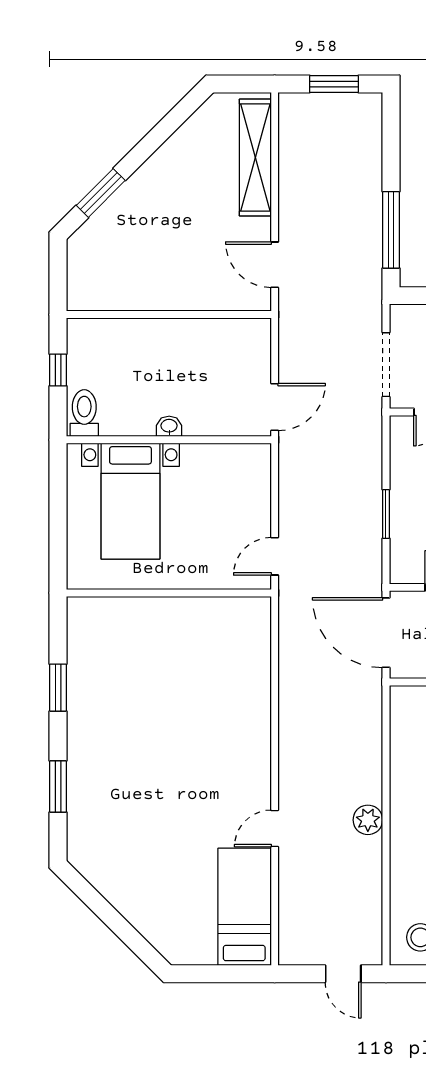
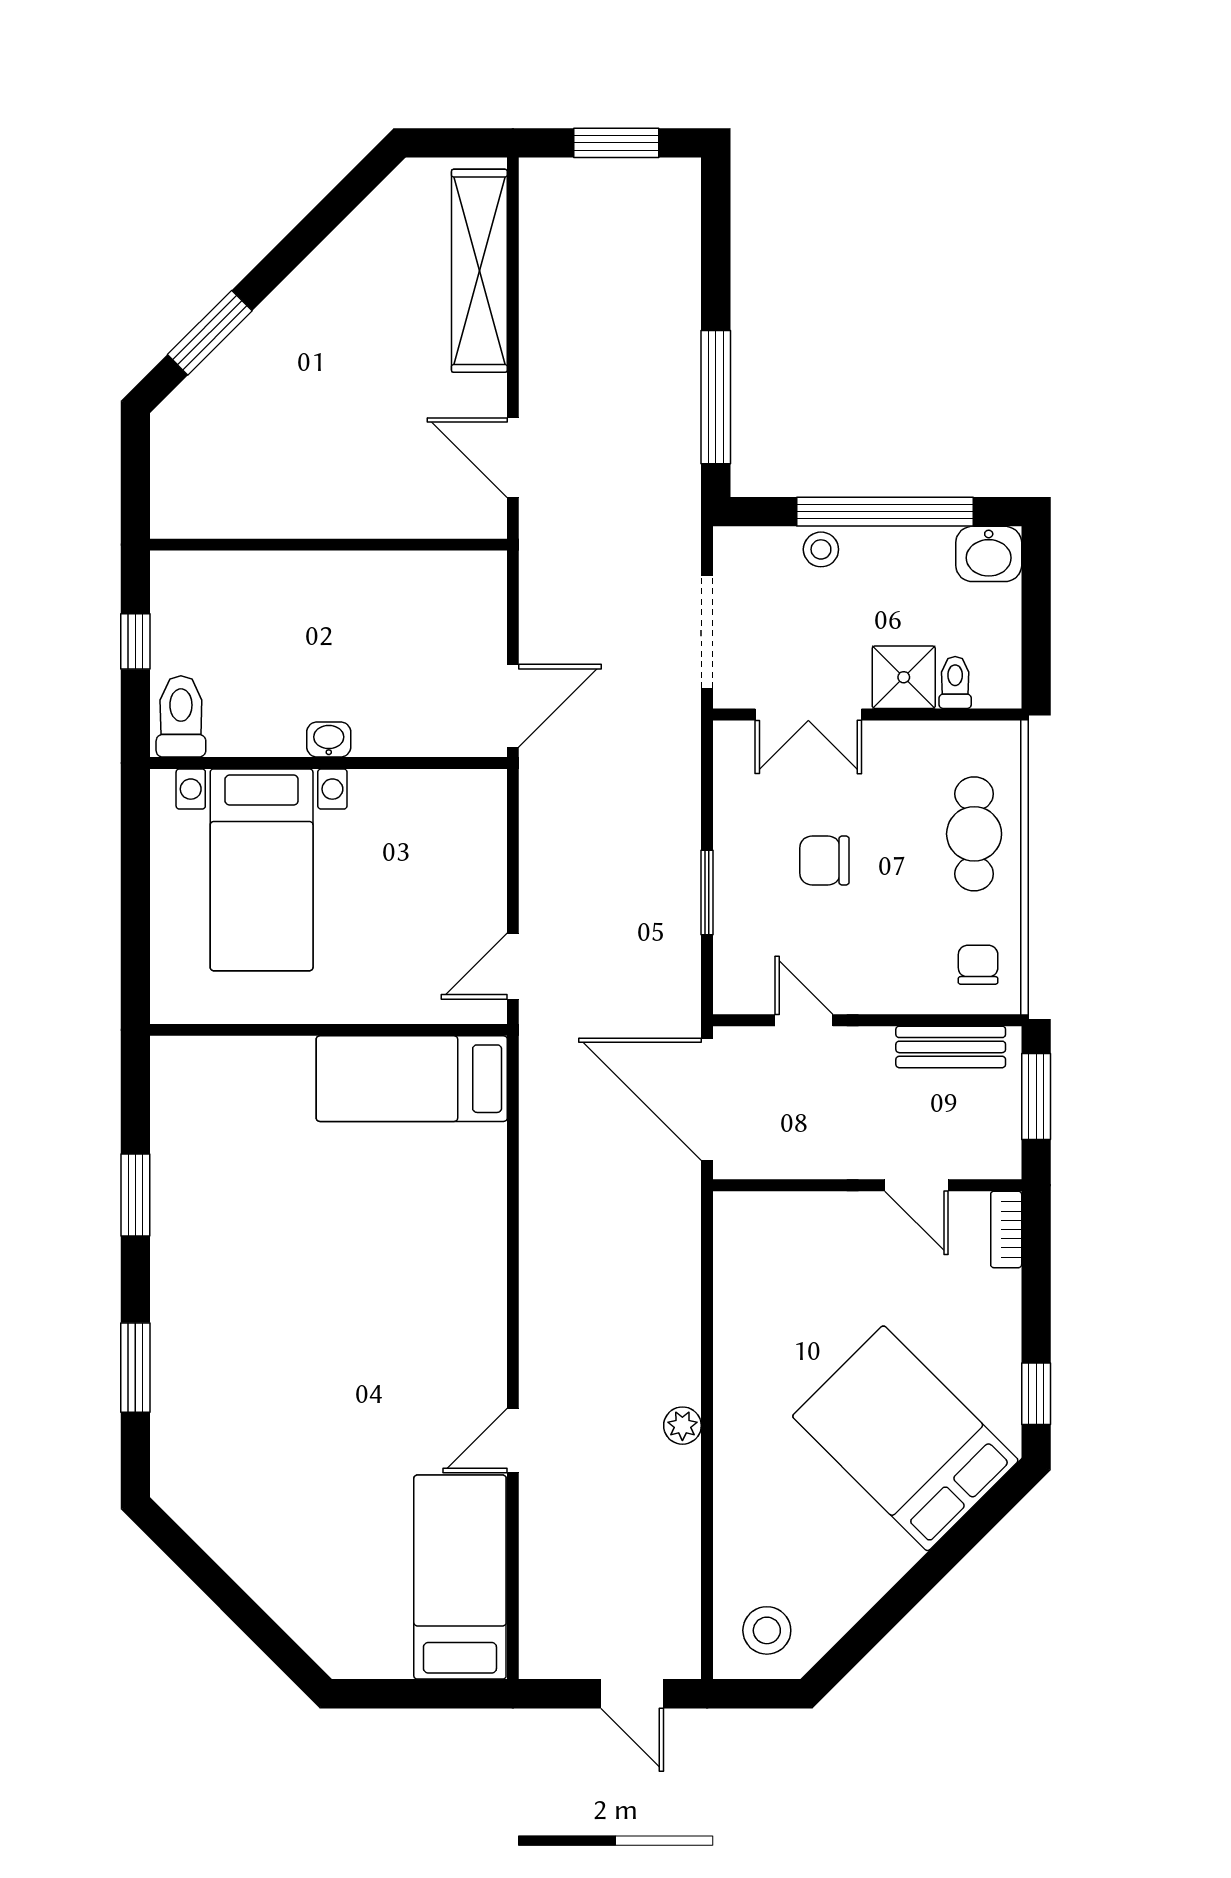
bed: (217, 621) -> (412, 1079), added
plant: (368, 820) -> (682, 1426), width x0.73, depth x0.73

